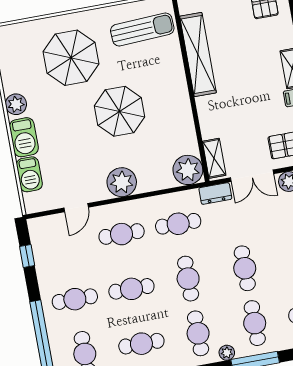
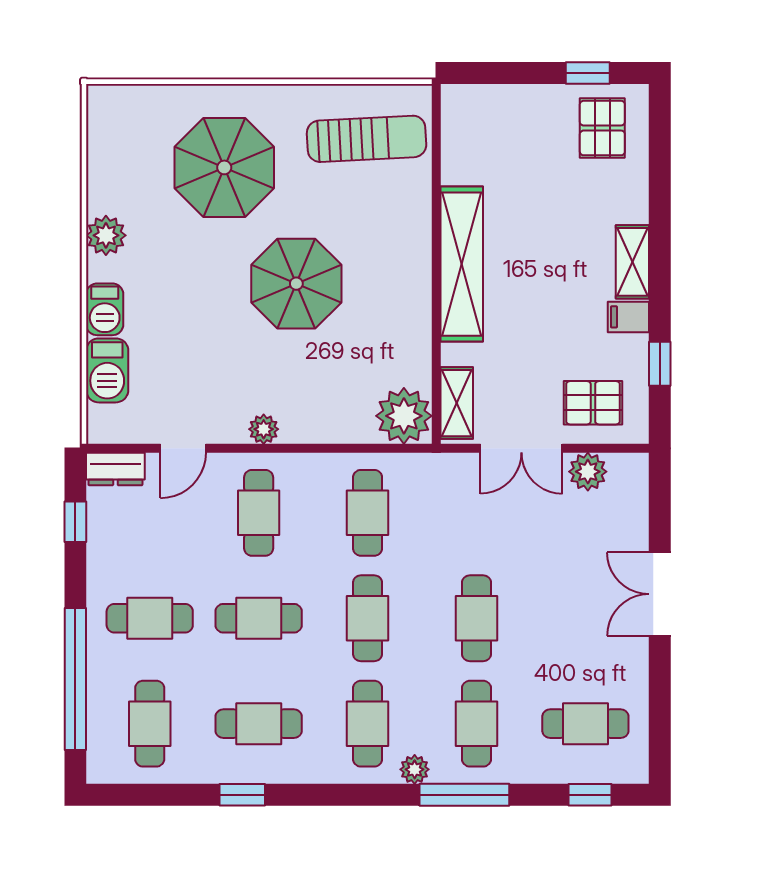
shelving: (198, 55) -> (462, 264), moved
barbecue: (24, 137) -> (105, 309), width x0.73, depth x0.79
plant: (122, 182) -> (264, 429), width x0.53, depth x0.53
dresser: (215, 193) -> (115, 469), moved
cafe table: (178, 224) -> (368, 513), turned 90
cafe table: (122, 234) -> (259, 513), turned 90

